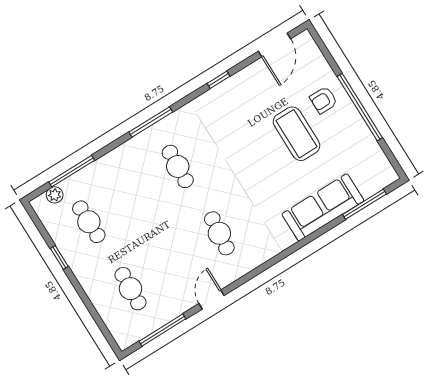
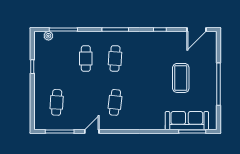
armchair: (324, 100) -> (204, 70), removed
sofa: (323, 207) -> (187, 121), moved
cafe table: (89, 222) -> (86, 59), moved

